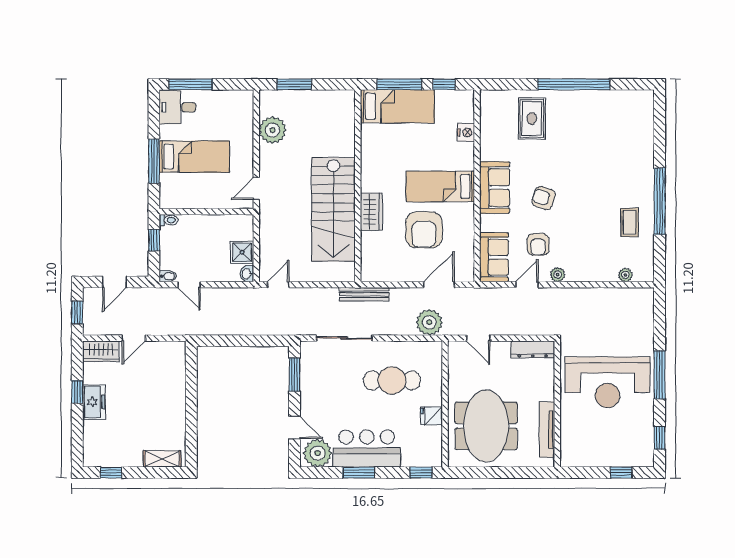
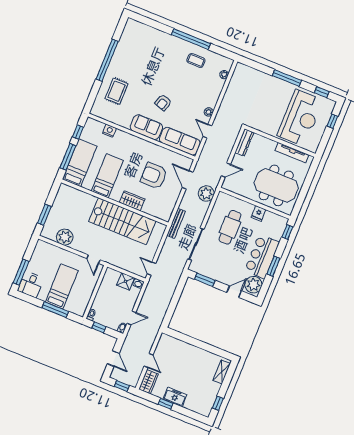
rug: (532, 118) -> (117, 91), turned 90
bed: (440, 187) -> (107, 176), moved, turned 180
armchair: (424, 230) -> (154, 176), turned 180
armchair: (538, 244) -> (188, 116), removed
sofa: (494, 257) -> (180, 141), width x1.36
reception desk: (608, 382) -> (300, 118), moved

